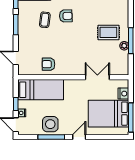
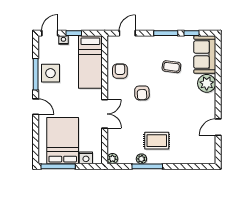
armchair: (66, 16) -> (142, 93), moved
rug: (108, 32) -> (157, 141), turned 90
plant: (124, 71) -> (112, 159), added
double door: (97, 77) -> (105, 114), moved

